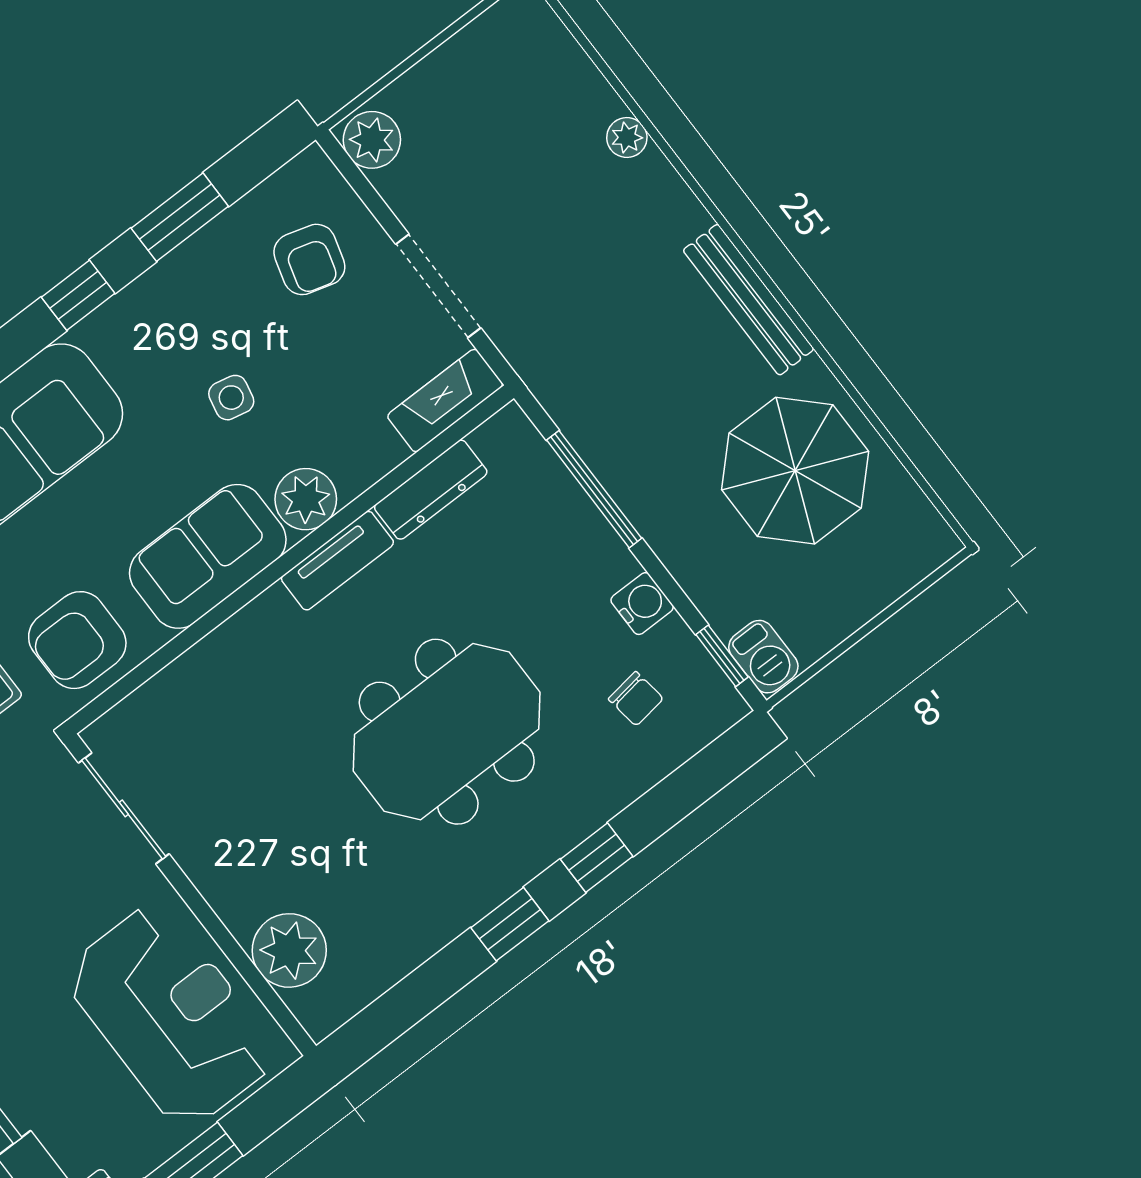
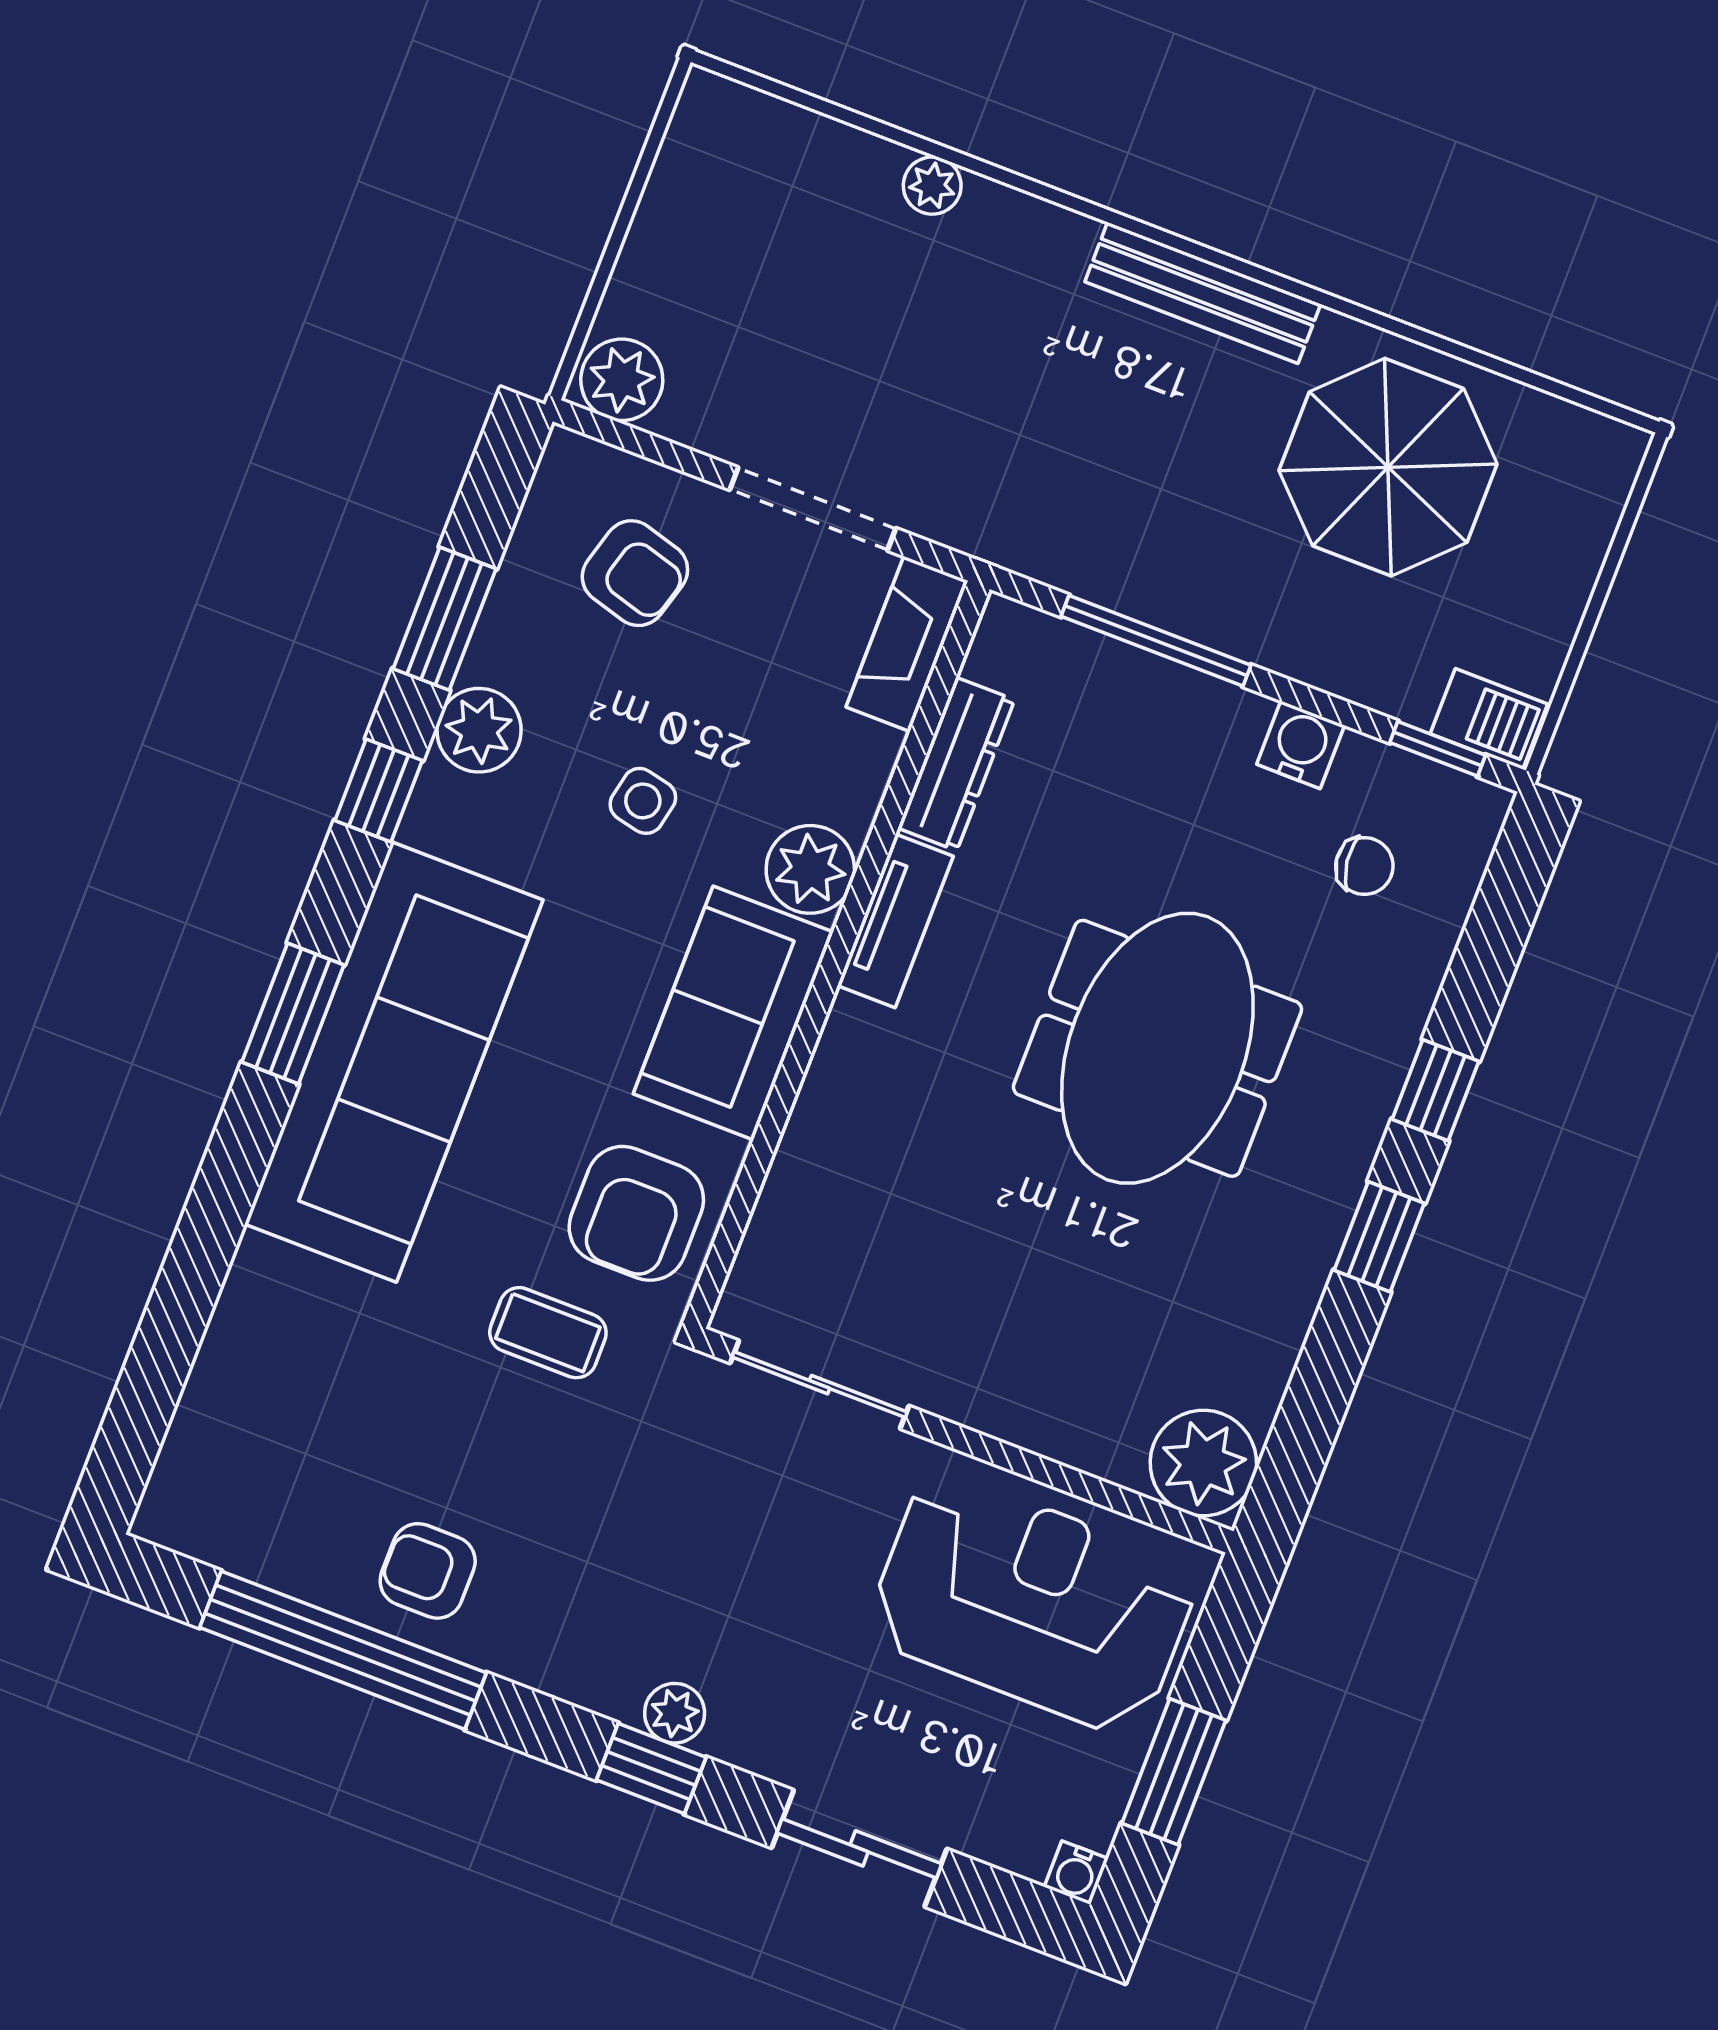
plant: (160, 296) -> (479, 730), added
plant: (289, 950) -> (1203, 1463), moved

